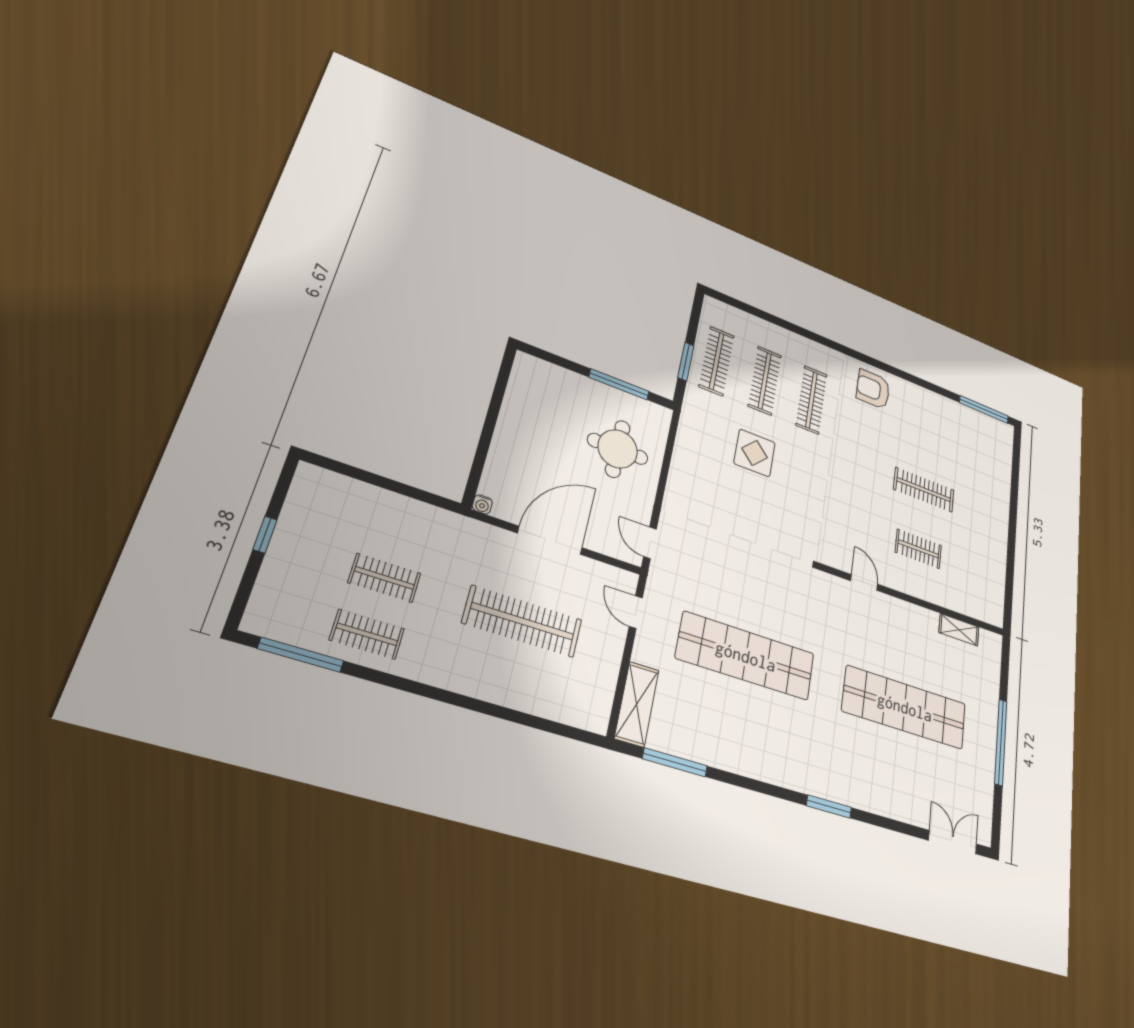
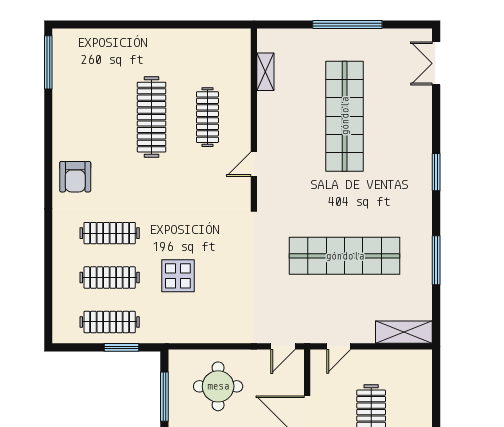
clothes rail: (924, 490) -> (152, 117), width x1.37, depth x1.31
clothes rail: (918, 549) -> (207, 117), width x1.36
shop shelf: (746, 656) -> (345, 256), turned 90
window: (675, 762) -> (436, 260), moved

